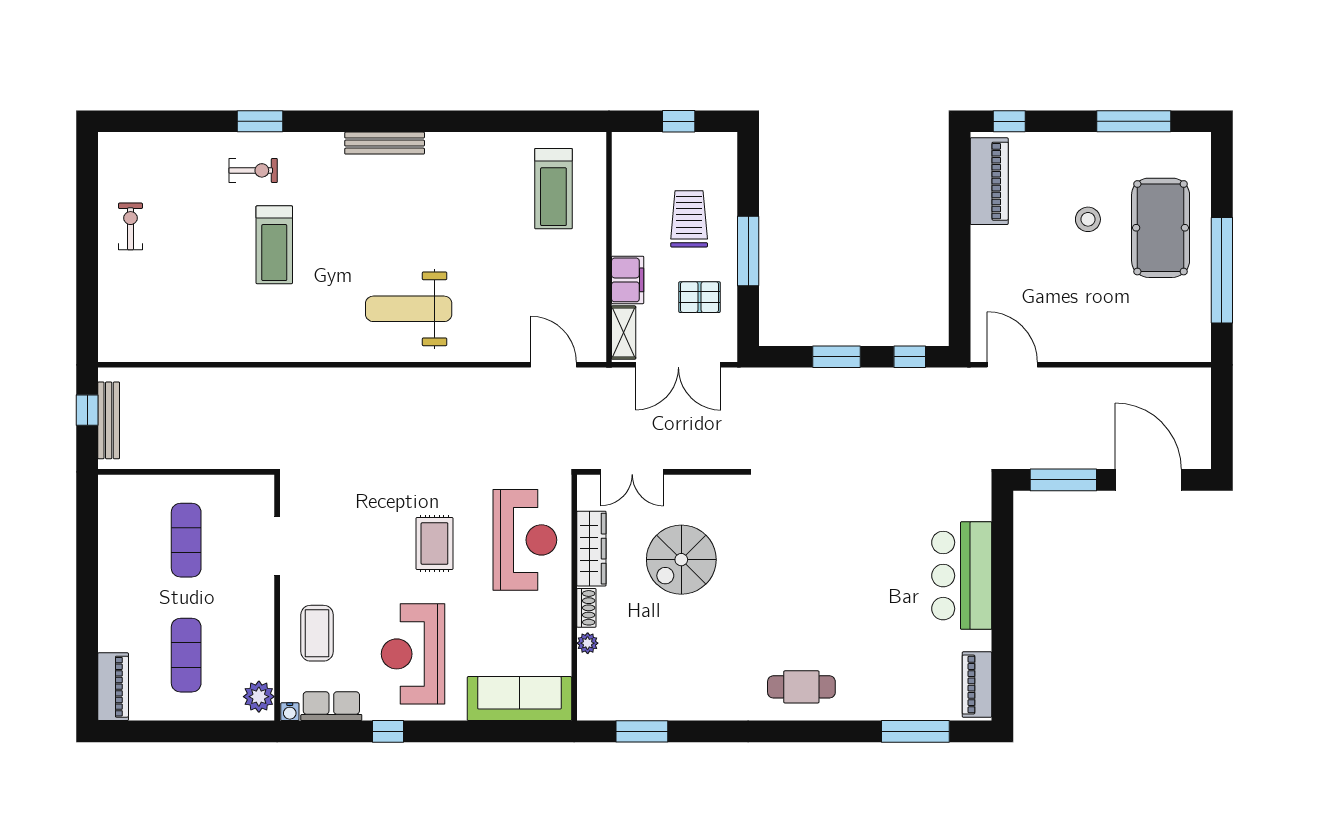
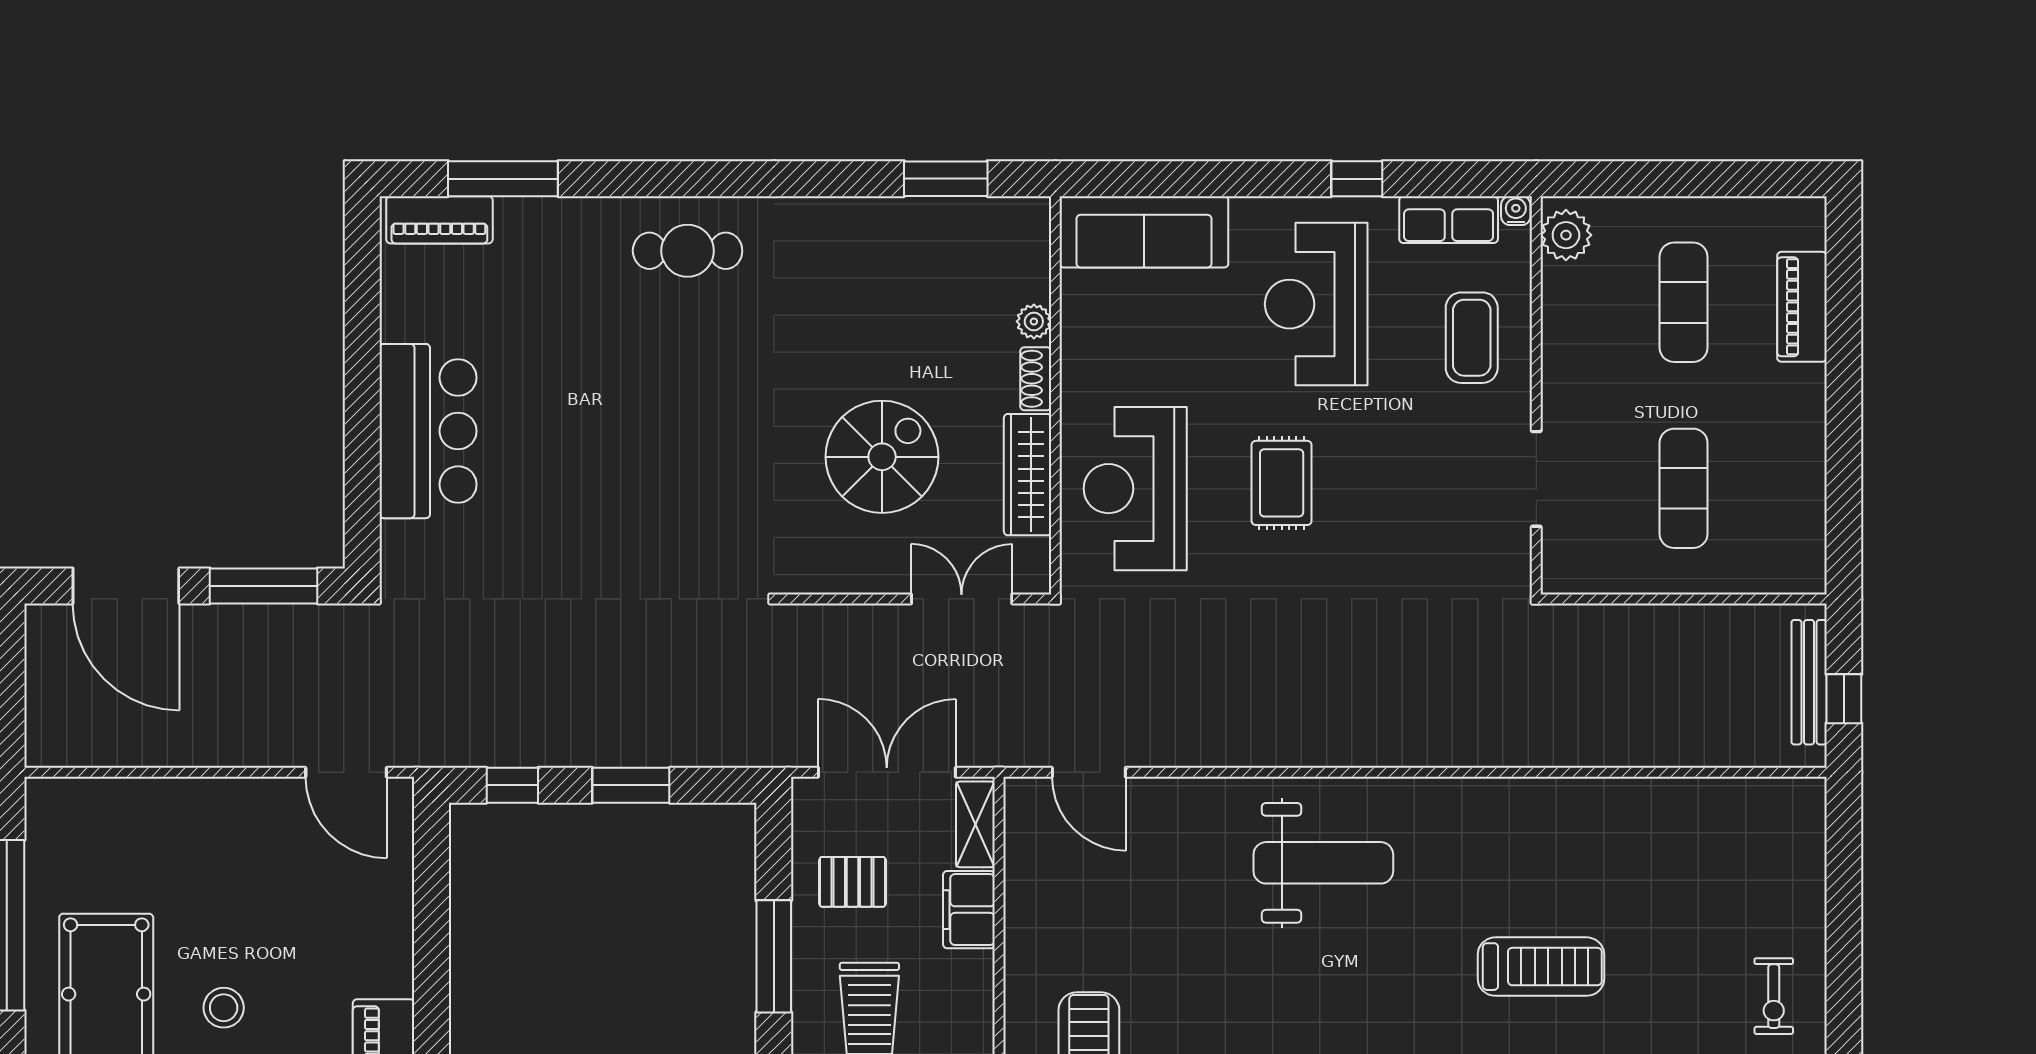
treadmill: (274, 245) -> (1541, 967), turned 90
reception desk: (413, 654) -> (1316, 304), turned 180
piano: (977, 685) -> (439, 220), moved, turned 90
piano: (113, 687) -> (1802, 307), moved

